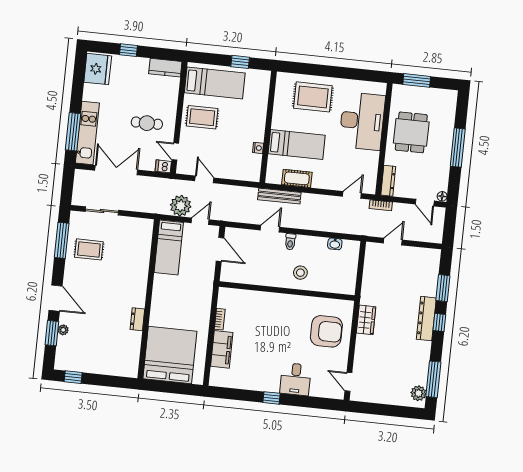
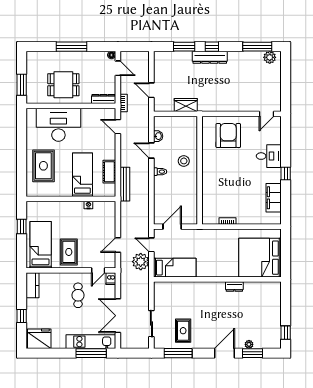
door: (425, 203) -> (118, 68), hinge flipped
door: (270, 229) -> (151, 150), moved
wardrobe: (366, 320) -> (186, 105), moved
filing cabinet: (222, 349) -> (274, 198), moved, turned -90

